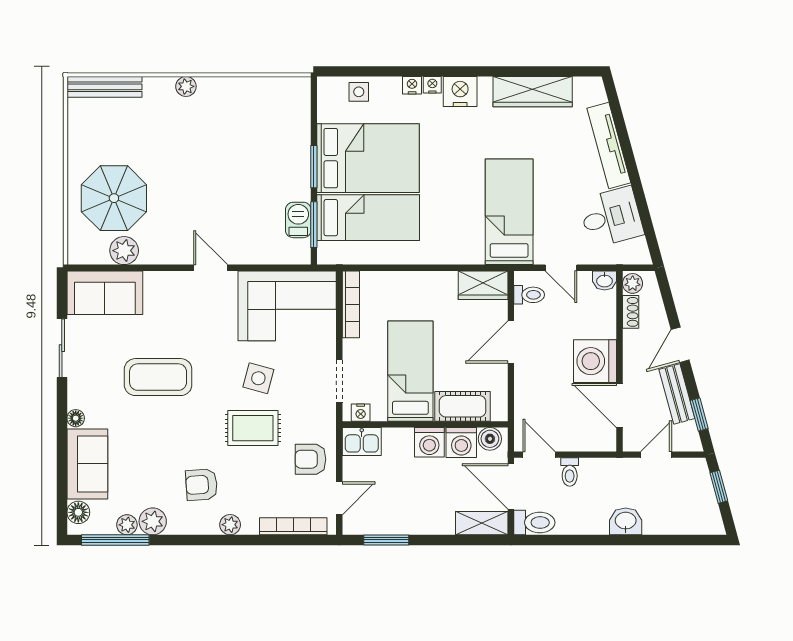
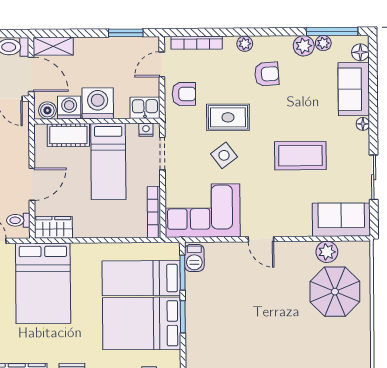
bed: (509, 212) -> (43, 283), width x1.50
barbecue: (298, 220) -> (194, 258), moved
side table: (258, 378) -> (224, 155), turned 38
washing machine: (429, 442) -> (98, 103), width x1.37, depth x1.37

